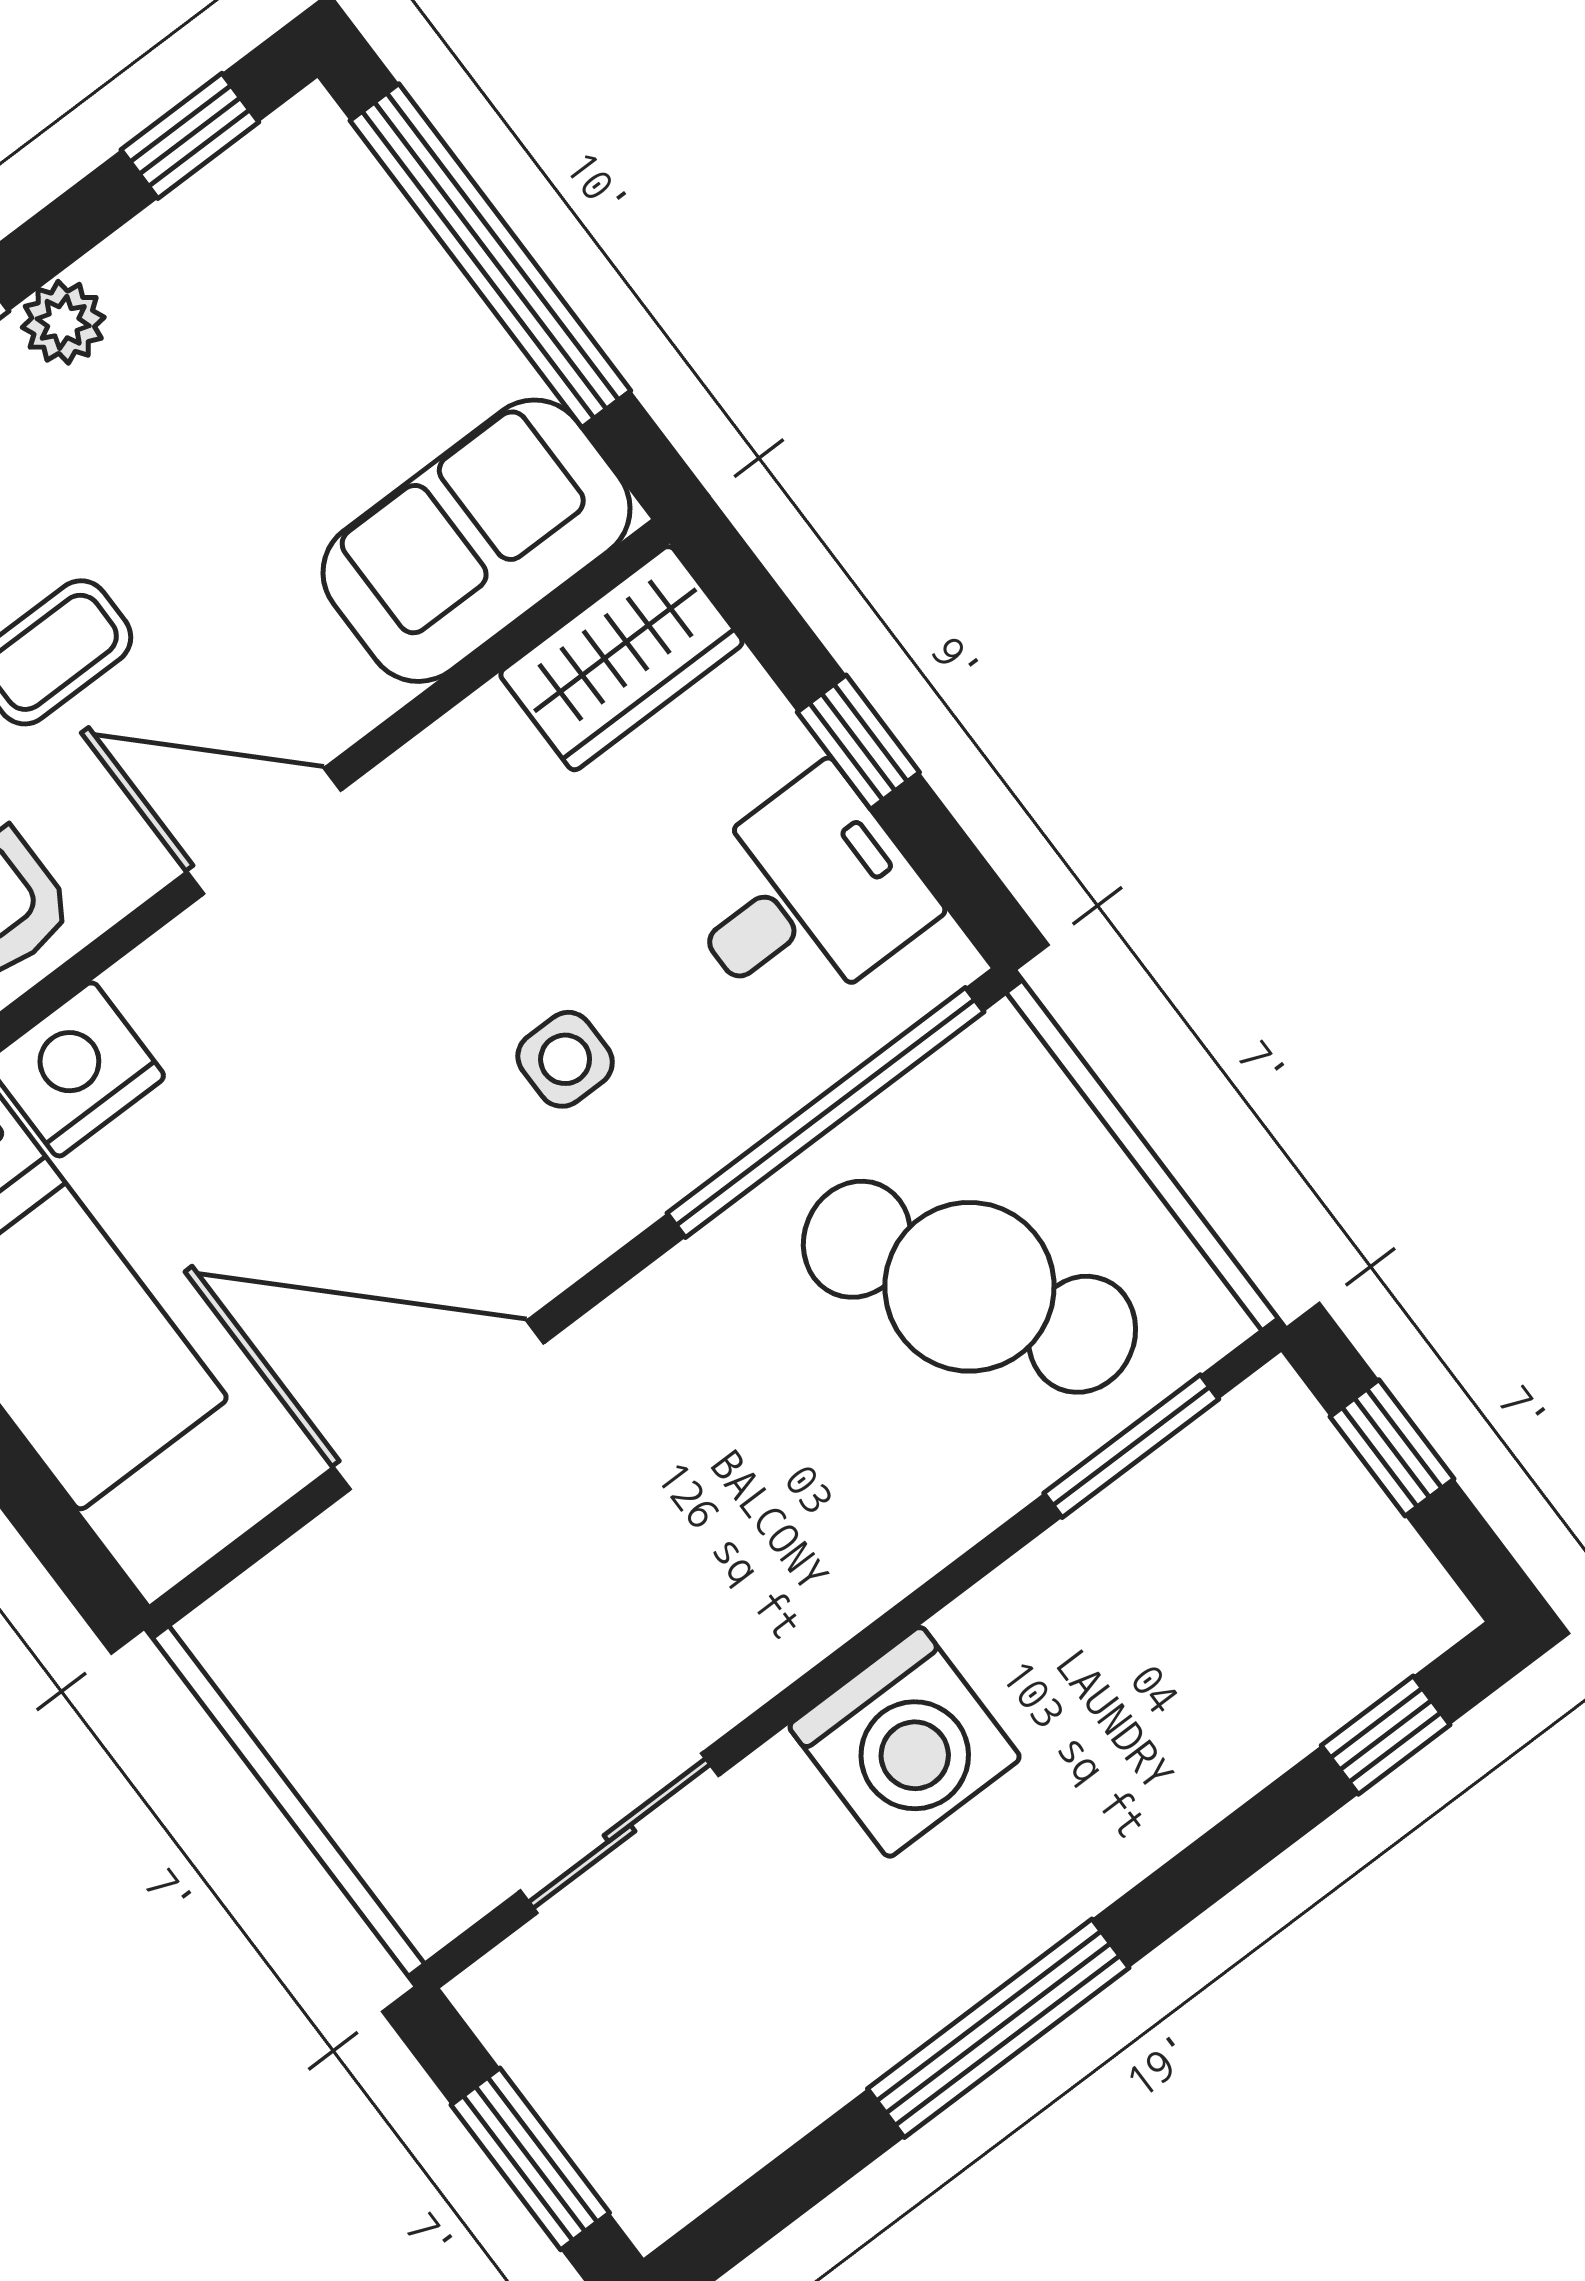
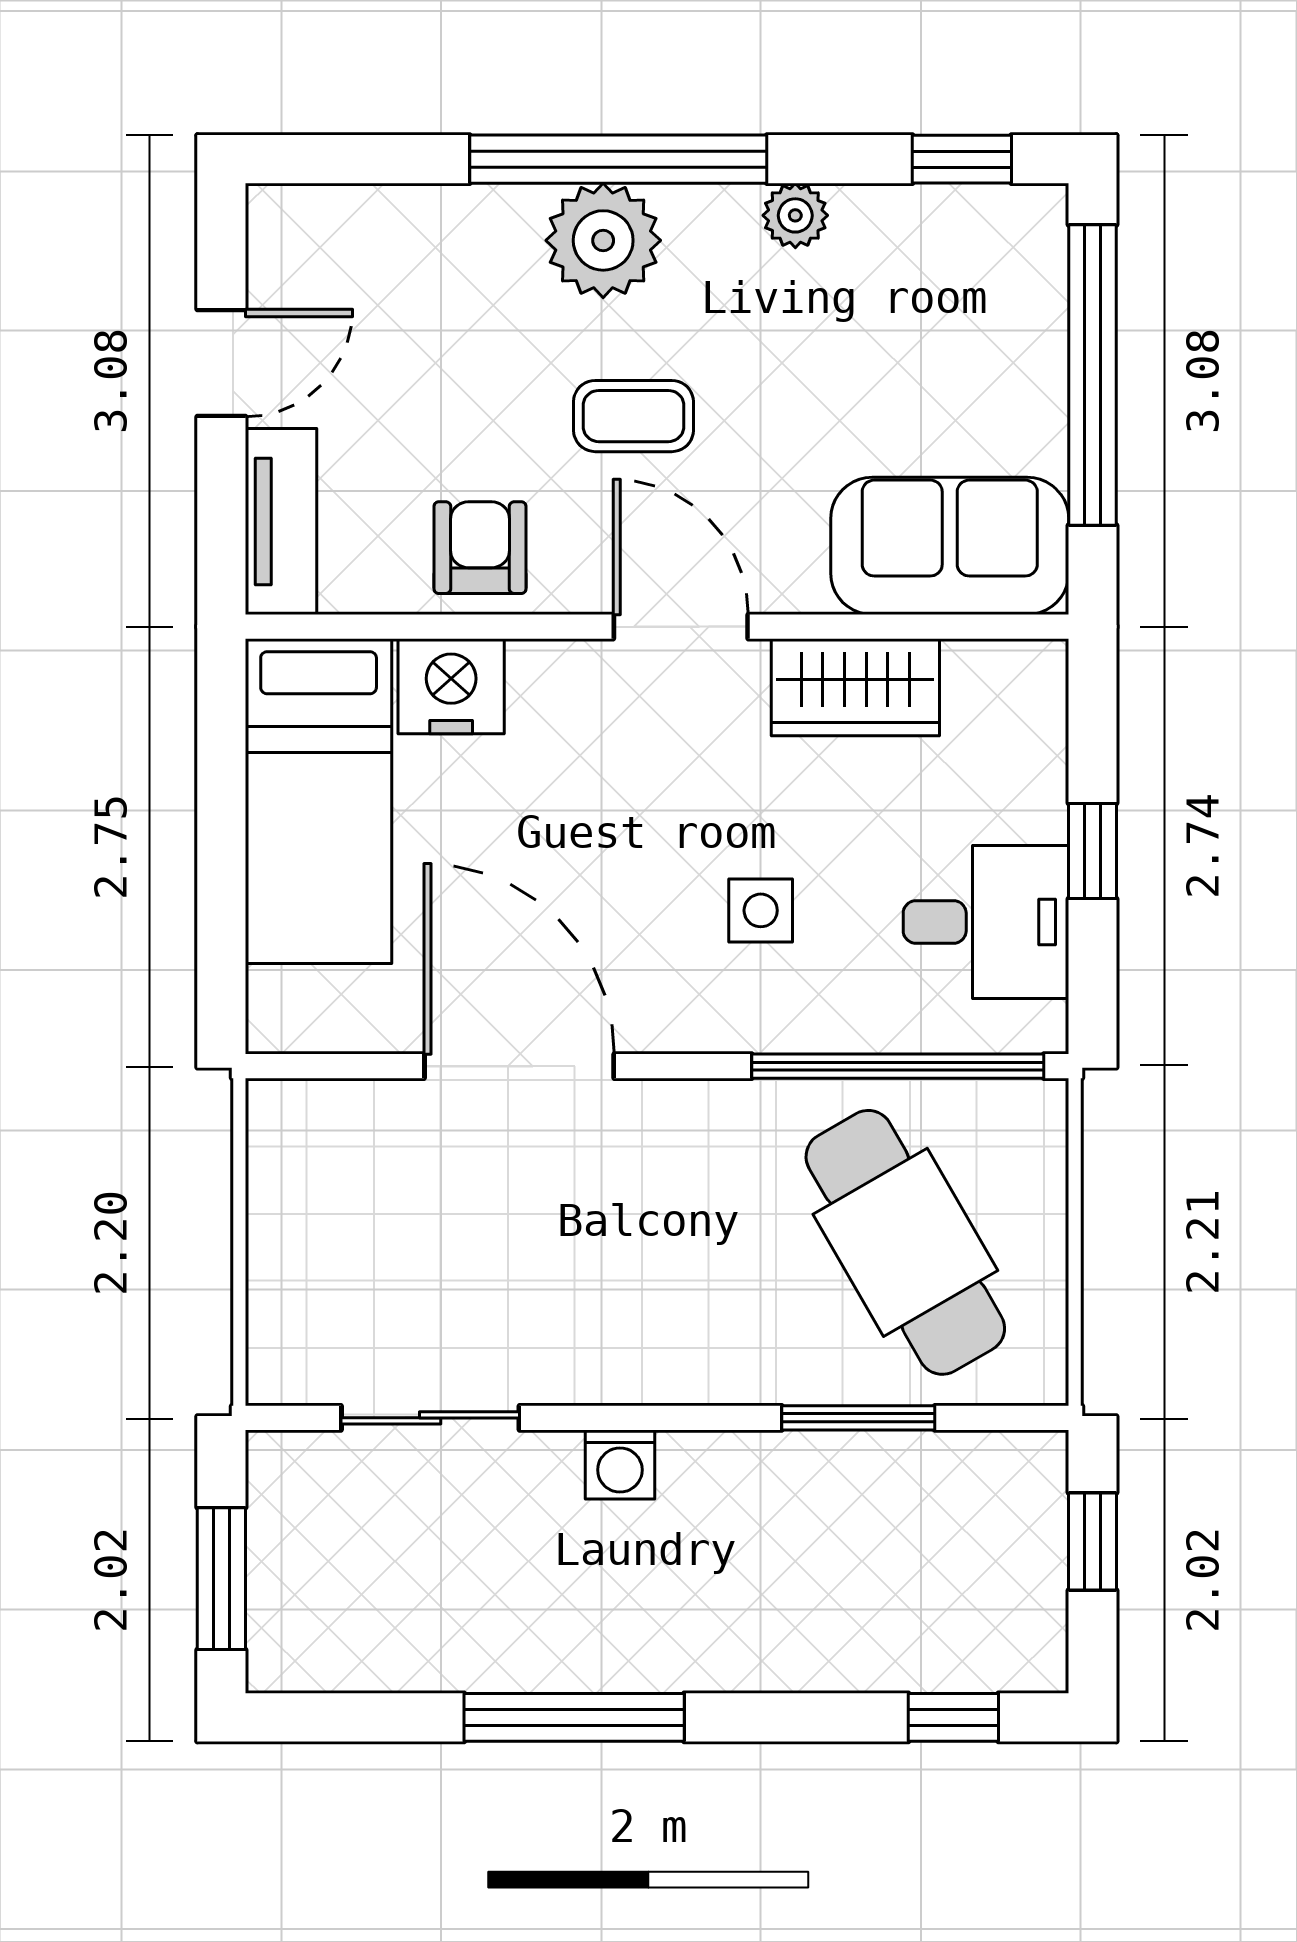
wardrobe: (621, 658) -> (855, 687), moved
window: (1131, 1446) -> (858, 1418), moved
washing machine: (905, 1742) -> (620, 1464), width x0.53, depth x0.53

